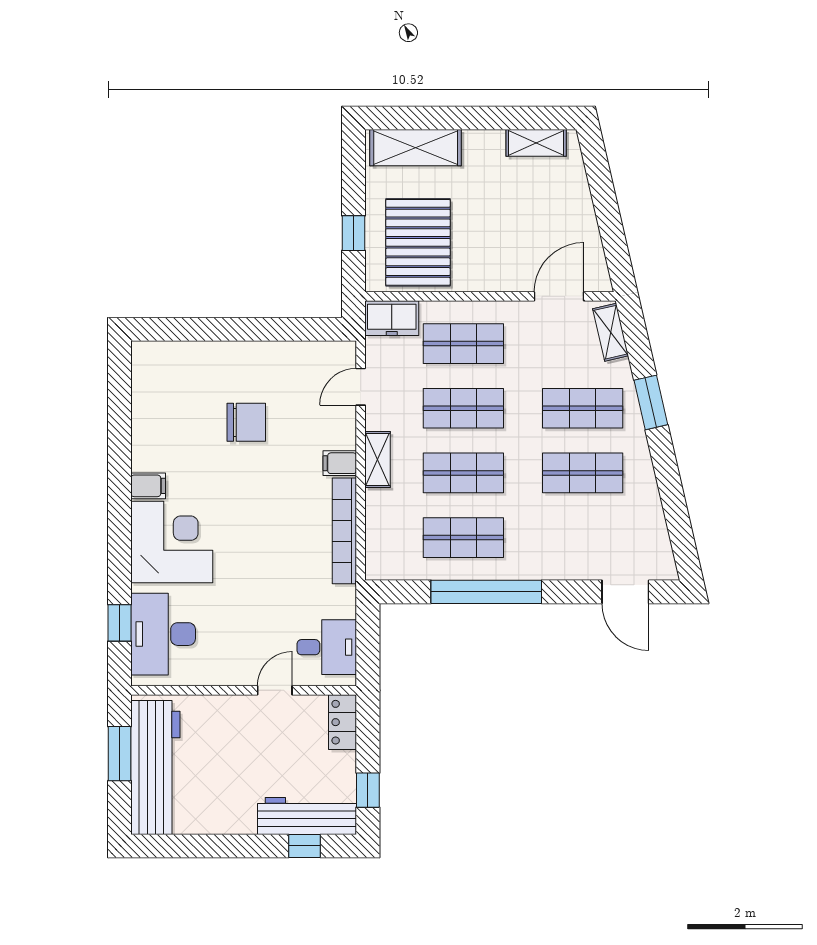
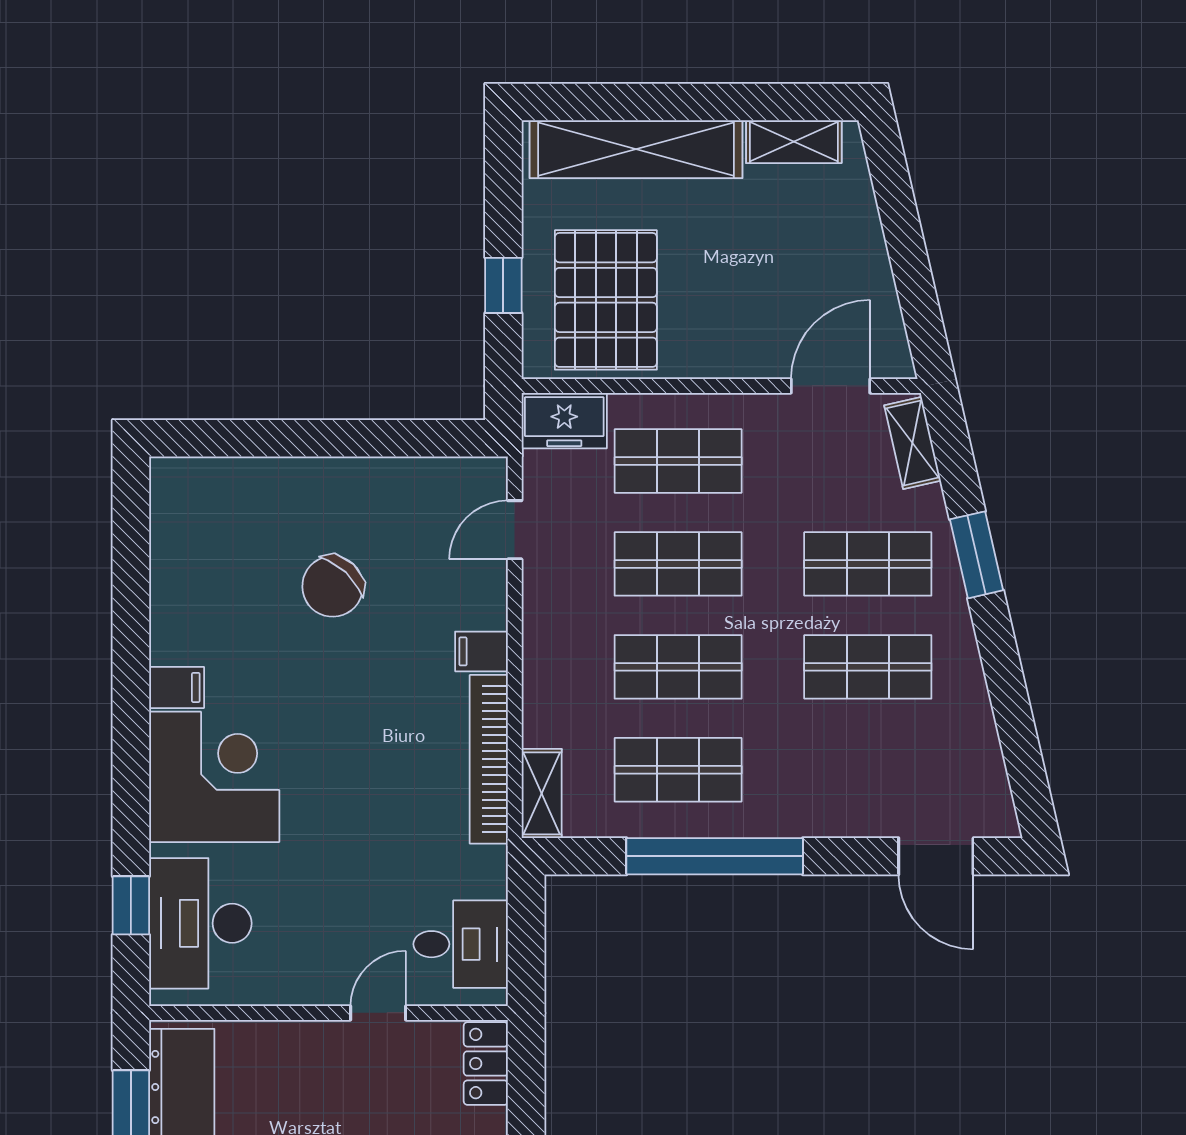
shelving: (416, 148) -> (636, 149), width x1.47
chair: (246, 422) -> (333, 586), turned 133
shelving: (378, 459) -> (542, 793), moved

